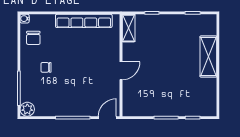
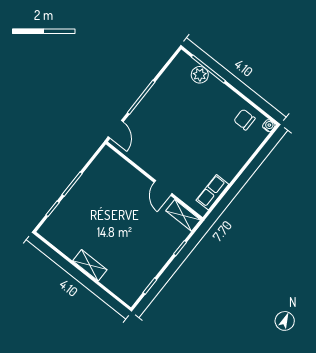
row of seats: (84, 21) -> (212, 192), width x0.50
shelving: (208, 56) -> (90, 265), width x0.67, depth x0.75
chair: (46, 67) -> (208, 110), removed
door: (121, 71) -> (163, 188), moved
plant: (27, 109) -> (200, 75), moved

